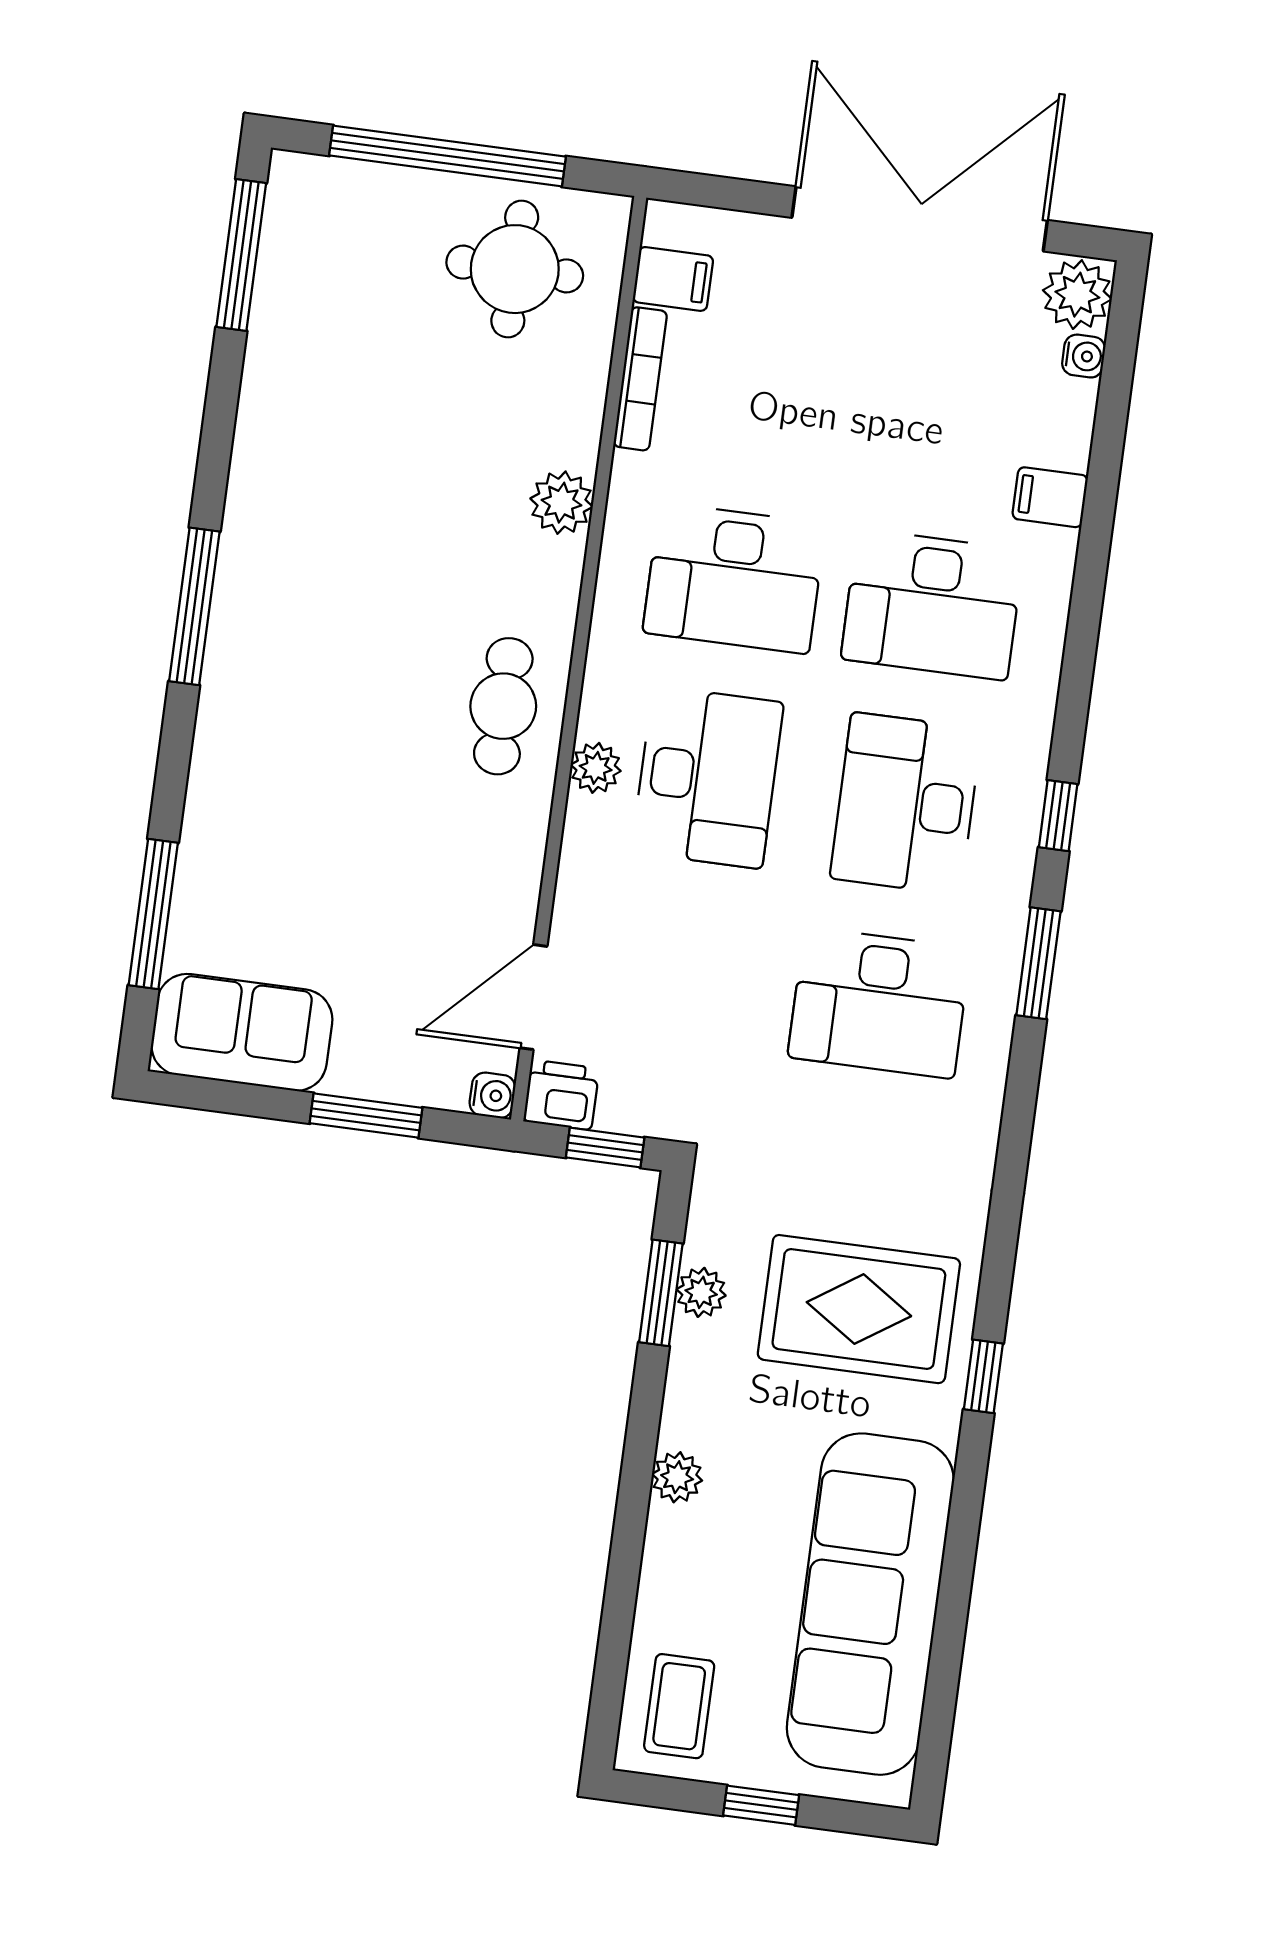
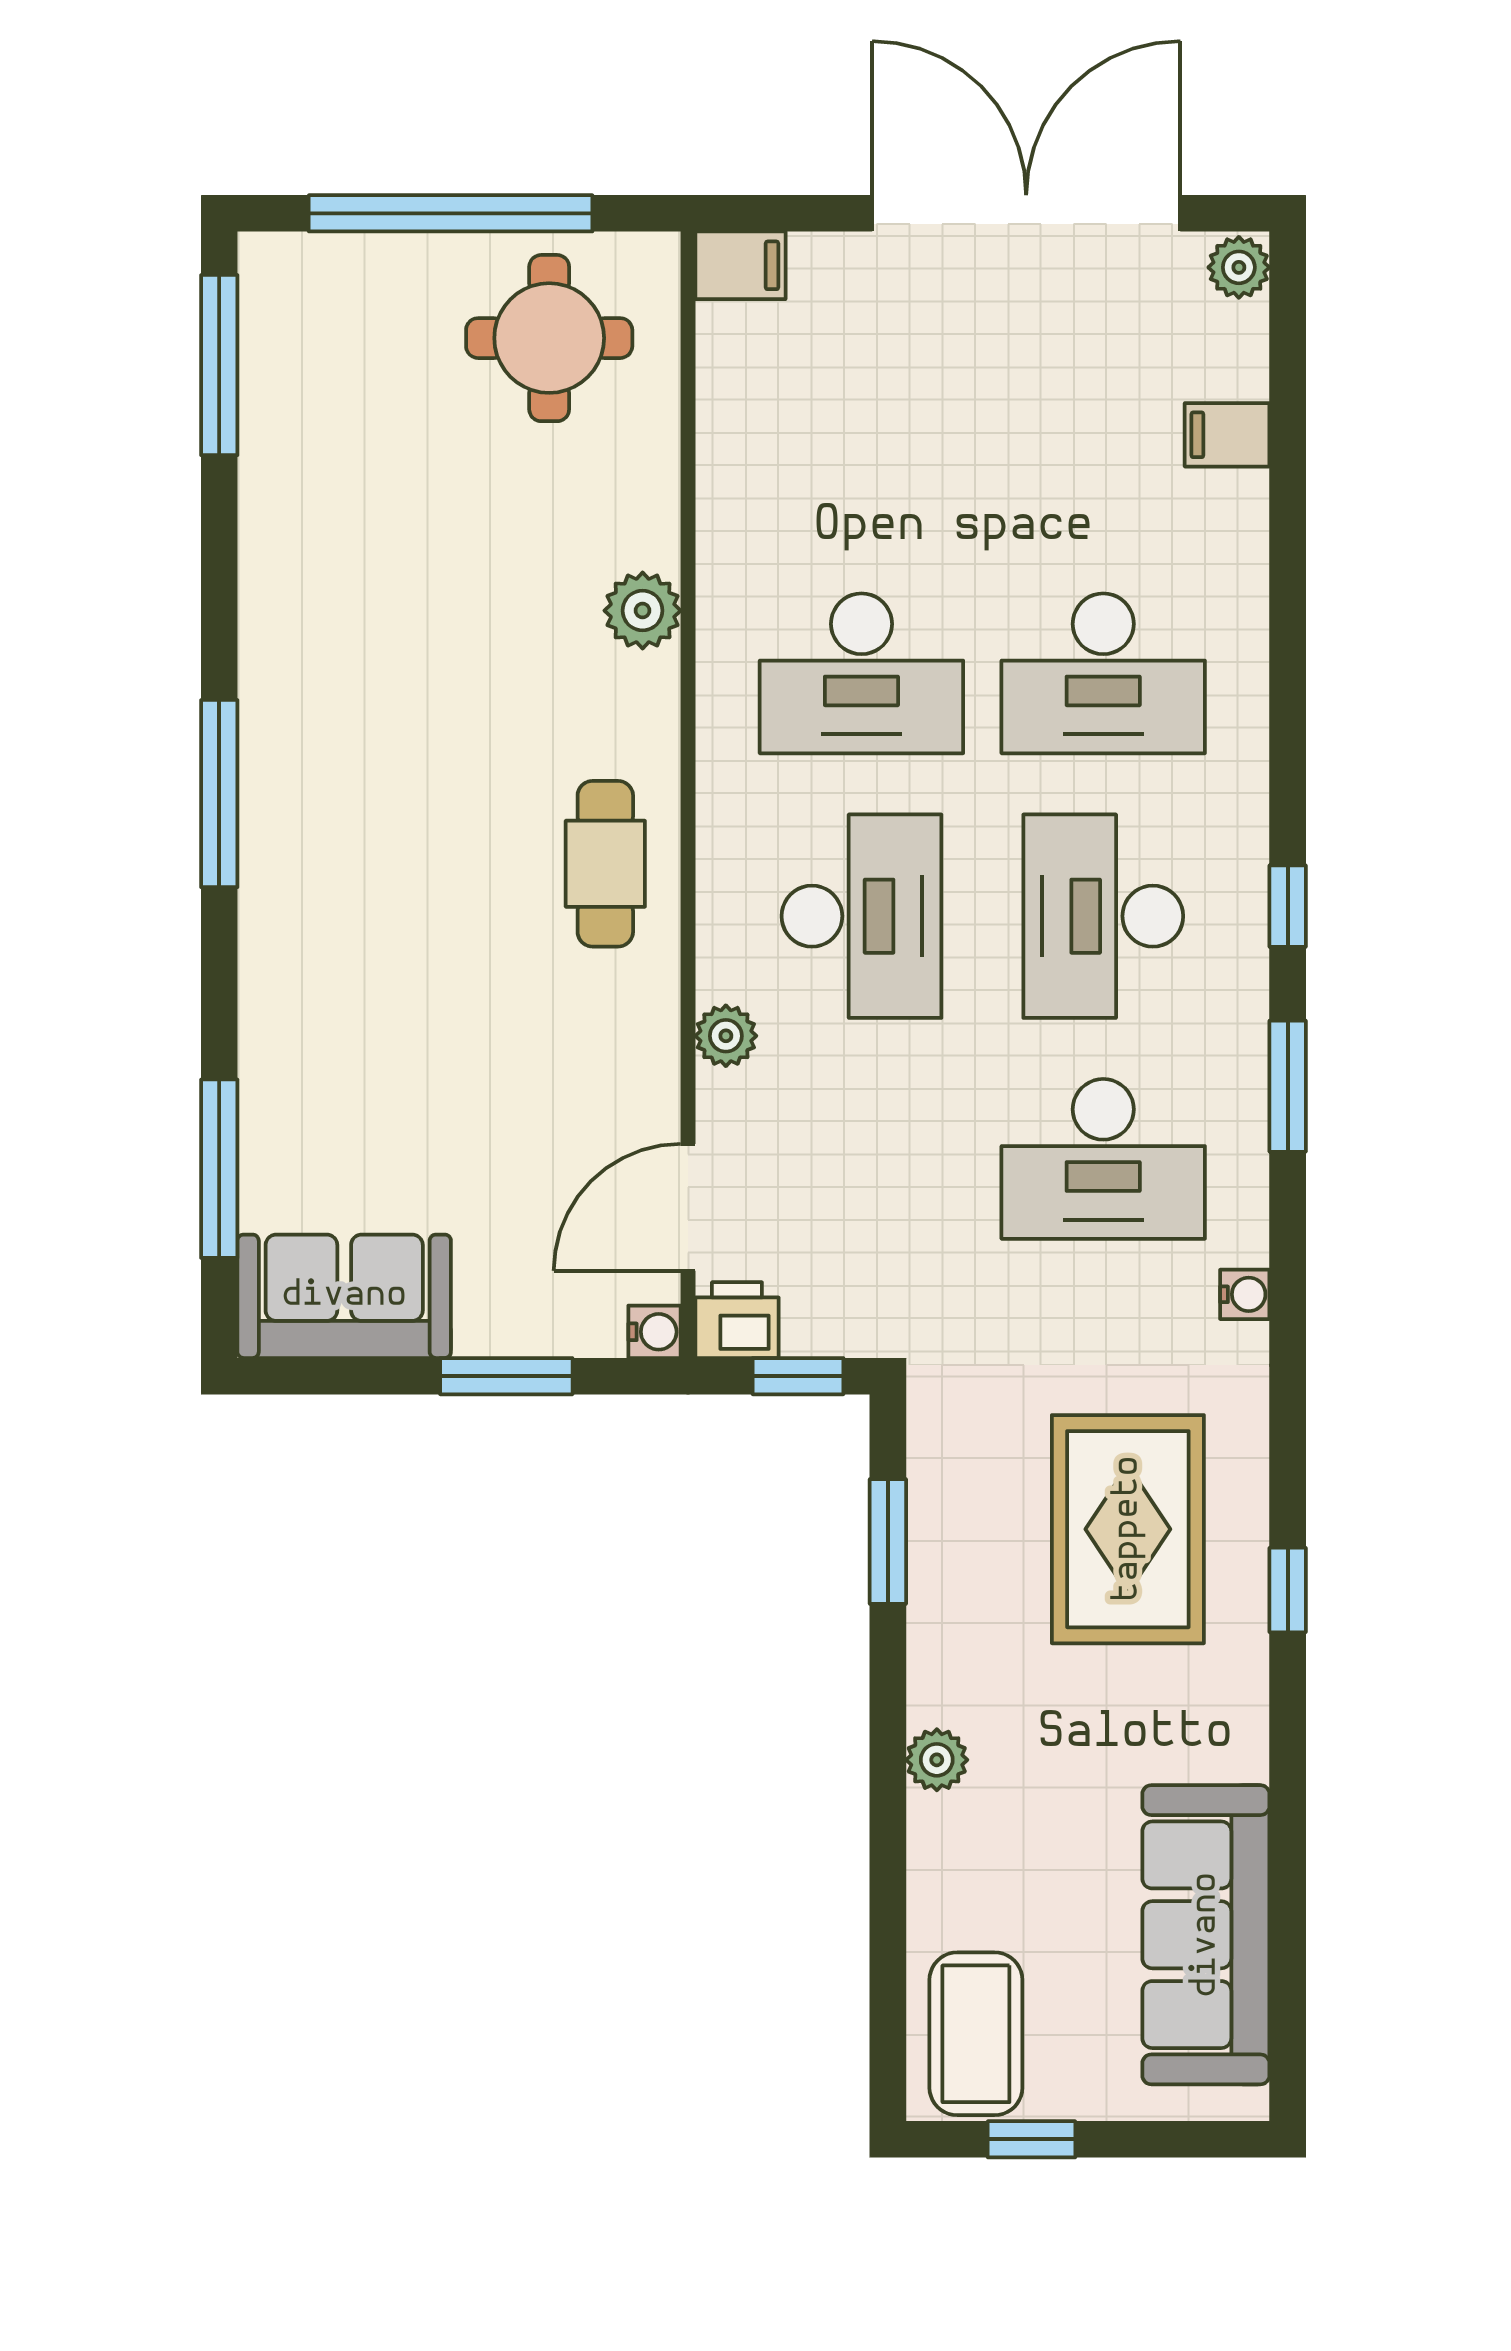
filing cabinet: (673, 279) -> (740, 265), moved
plant: (1077, 295) -> (1239, 267), width x0.73, depth x0.73
water cooler: (1084, 356) -> (1245, 1294), moved
bookcase: (640, 379) -> (717, 450), removed
filing cabinet: (1050, 497) -> (1227, 435), moved
plant: (596, 768) -> (726, 1036), moved
plant: (701, 1292) -> (936, 1535), removed
rug: (859, 1309) -> (1128, 1529), turned 90
sofa: (870, 1604) -> (1206, 1935), width x0.74, depth x0.79
coffee table: (679, 1706) -> (976, 2034), width x1.36, depth x1.30
window: (761, 1805) -> (1032, 2139), moved

